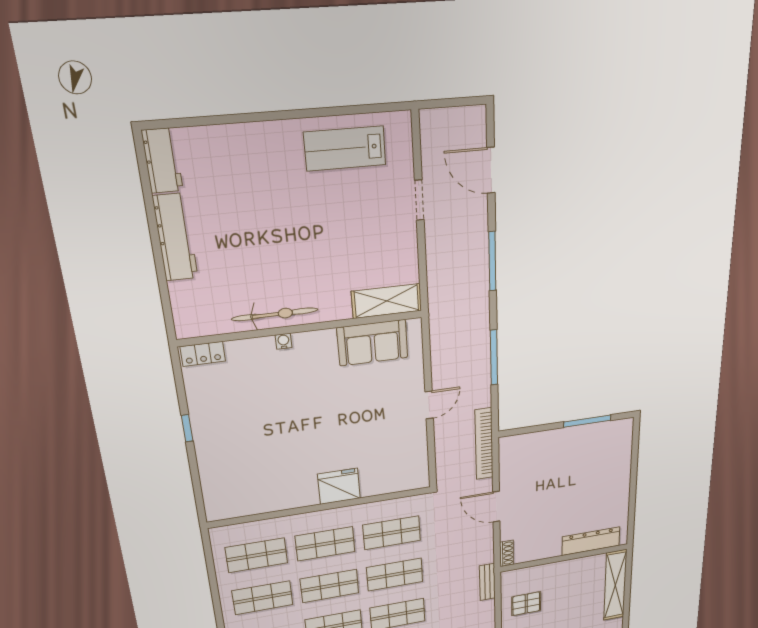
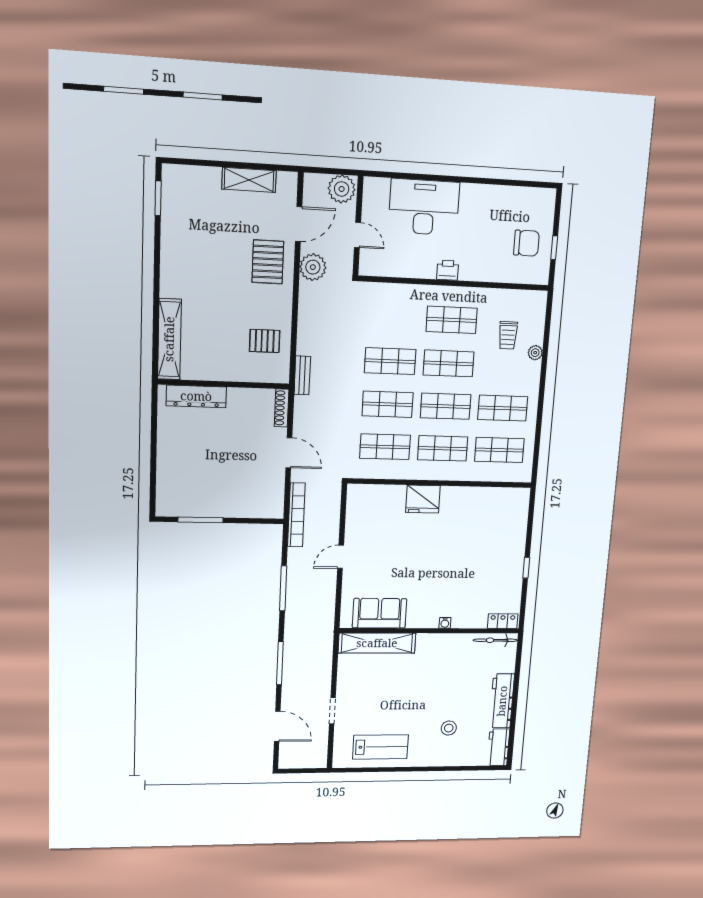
stool: (248, 187) -> (449, 728), added
shelving: (387, 301) -> (377, 643), width x1.47
bicycle: (275, 314) -> (495, 640), moved, width x0.73, depth x0.71
shoe rack: (507, 553) -> (282, 408), width x1.43

